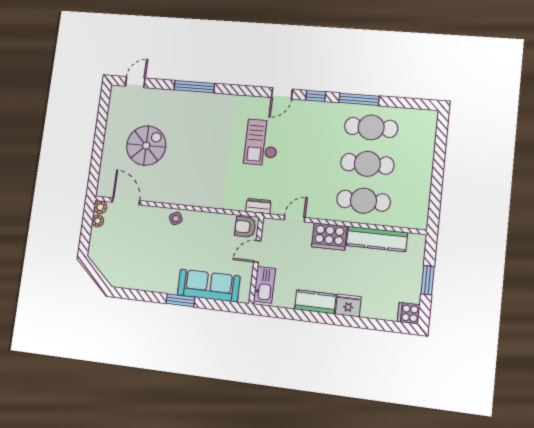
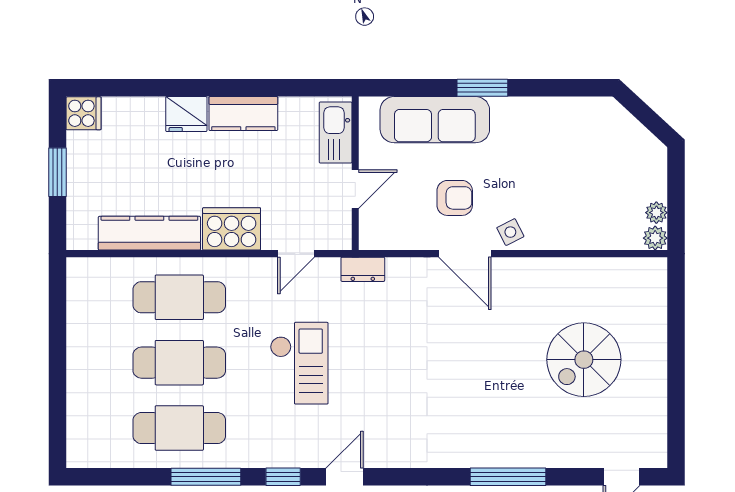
checkout: (262, 142) -> (299, 363), moved
door: (126, 201) -> (465, 254), moved
armchair: (245, 227) -> (455, 198), moved

